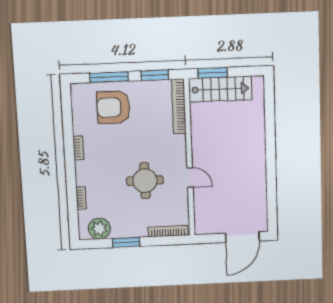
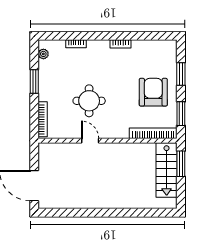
window: (109, 77) -> (181, 74), width x0.69
armchair: (113, 107) -> (153, 92), moved
door: (190, 177) -> (90, 141), swing flipped
plant: (99, 229) -> (43, 54), width x0.53, depth x0.53

